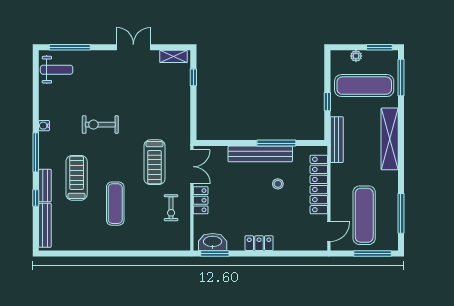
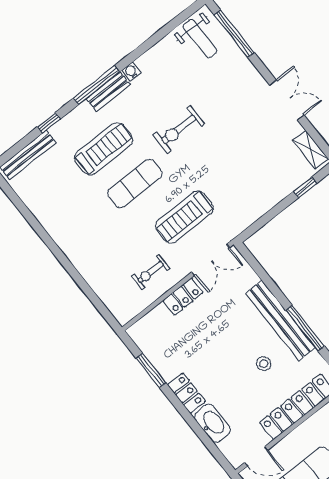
exercise bike: (100, 125) -> (179, 129), turned -90
bench: (45, 186) -> (108, 91), moved
exercise mat: (115, 204) -> (135, 183), moved
washbasin: (213, 242) -> (212, 423), moved
window: (215, 253) -> (151, 371), moved

